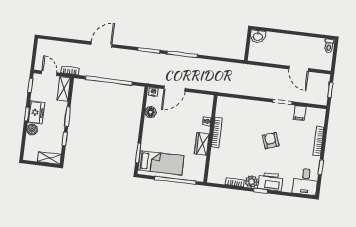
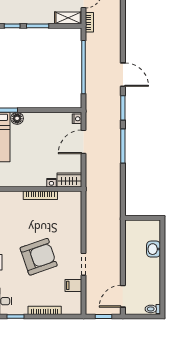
washbasin: (258, 36) -> (154, 249), moved
door: (102, 44) -> (123, 75), moved
door: (299, 69) -> (123, 296), moved
door: (175, 89) -> (84, 142), hinge flipped
floor lamp: (151, 112) -> (17, 118), moved
armchair: (271, 141) -> (39, 257), width x1.88, depth x1.88
wardrobe: (202, 144) -> (69, 180), moved

